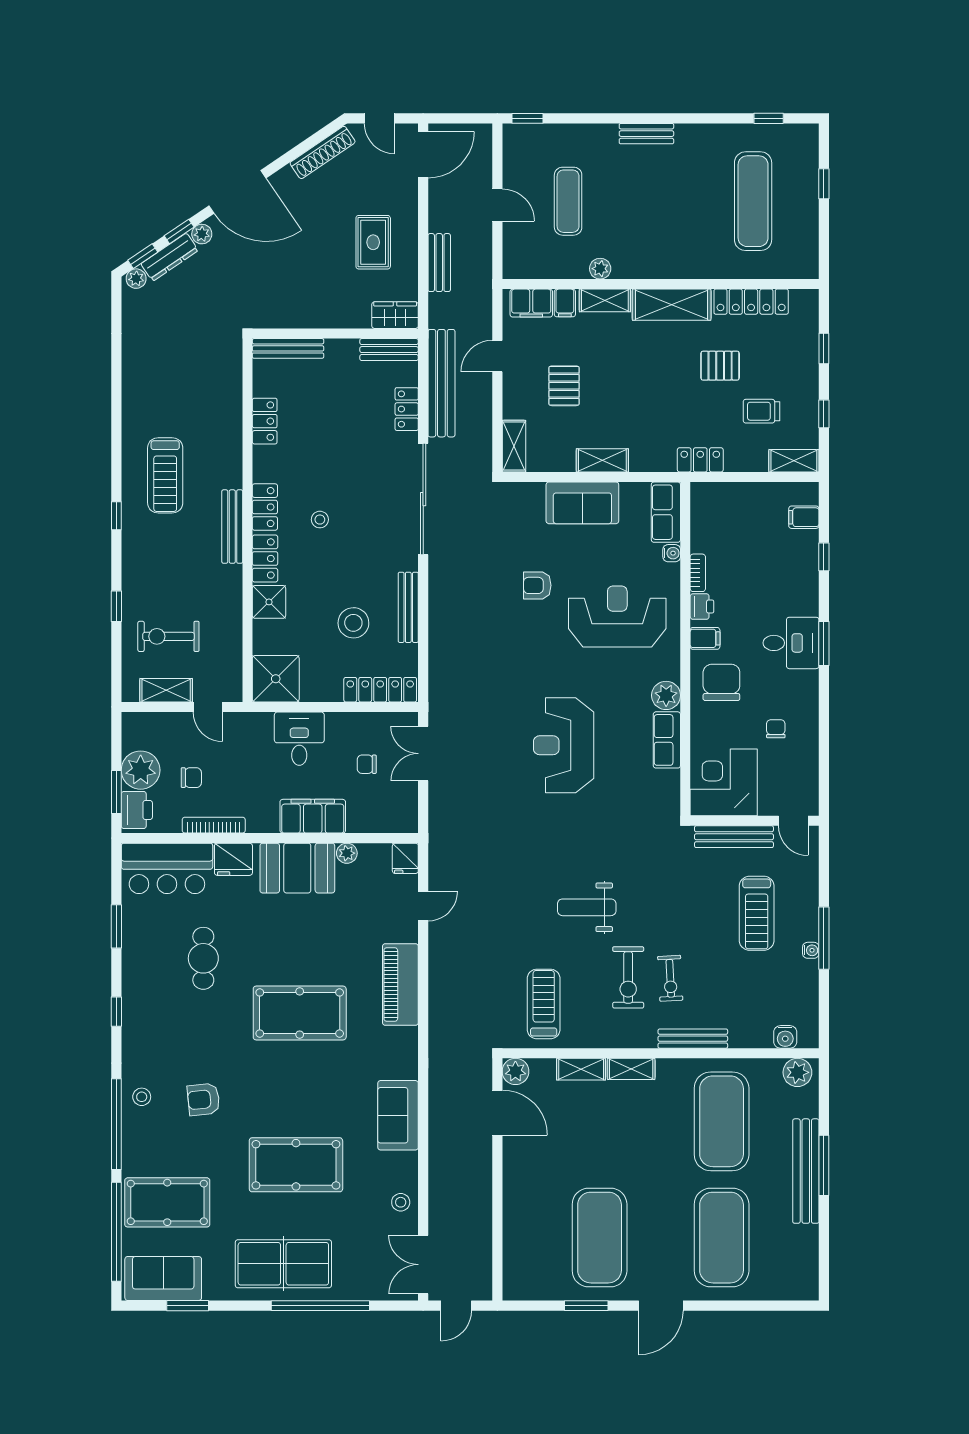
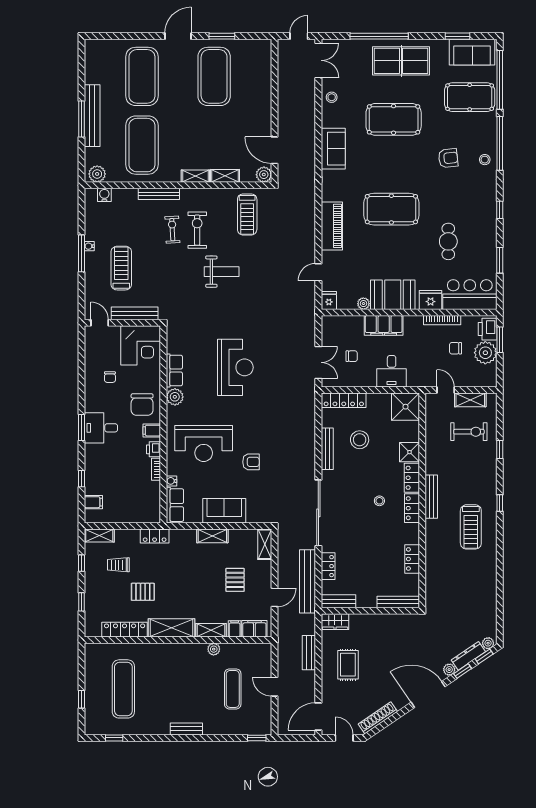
trolley: (761, 411) -> (118, 565), turned 180
treadmill: (165, 475) -> (471, 527), turned 180

